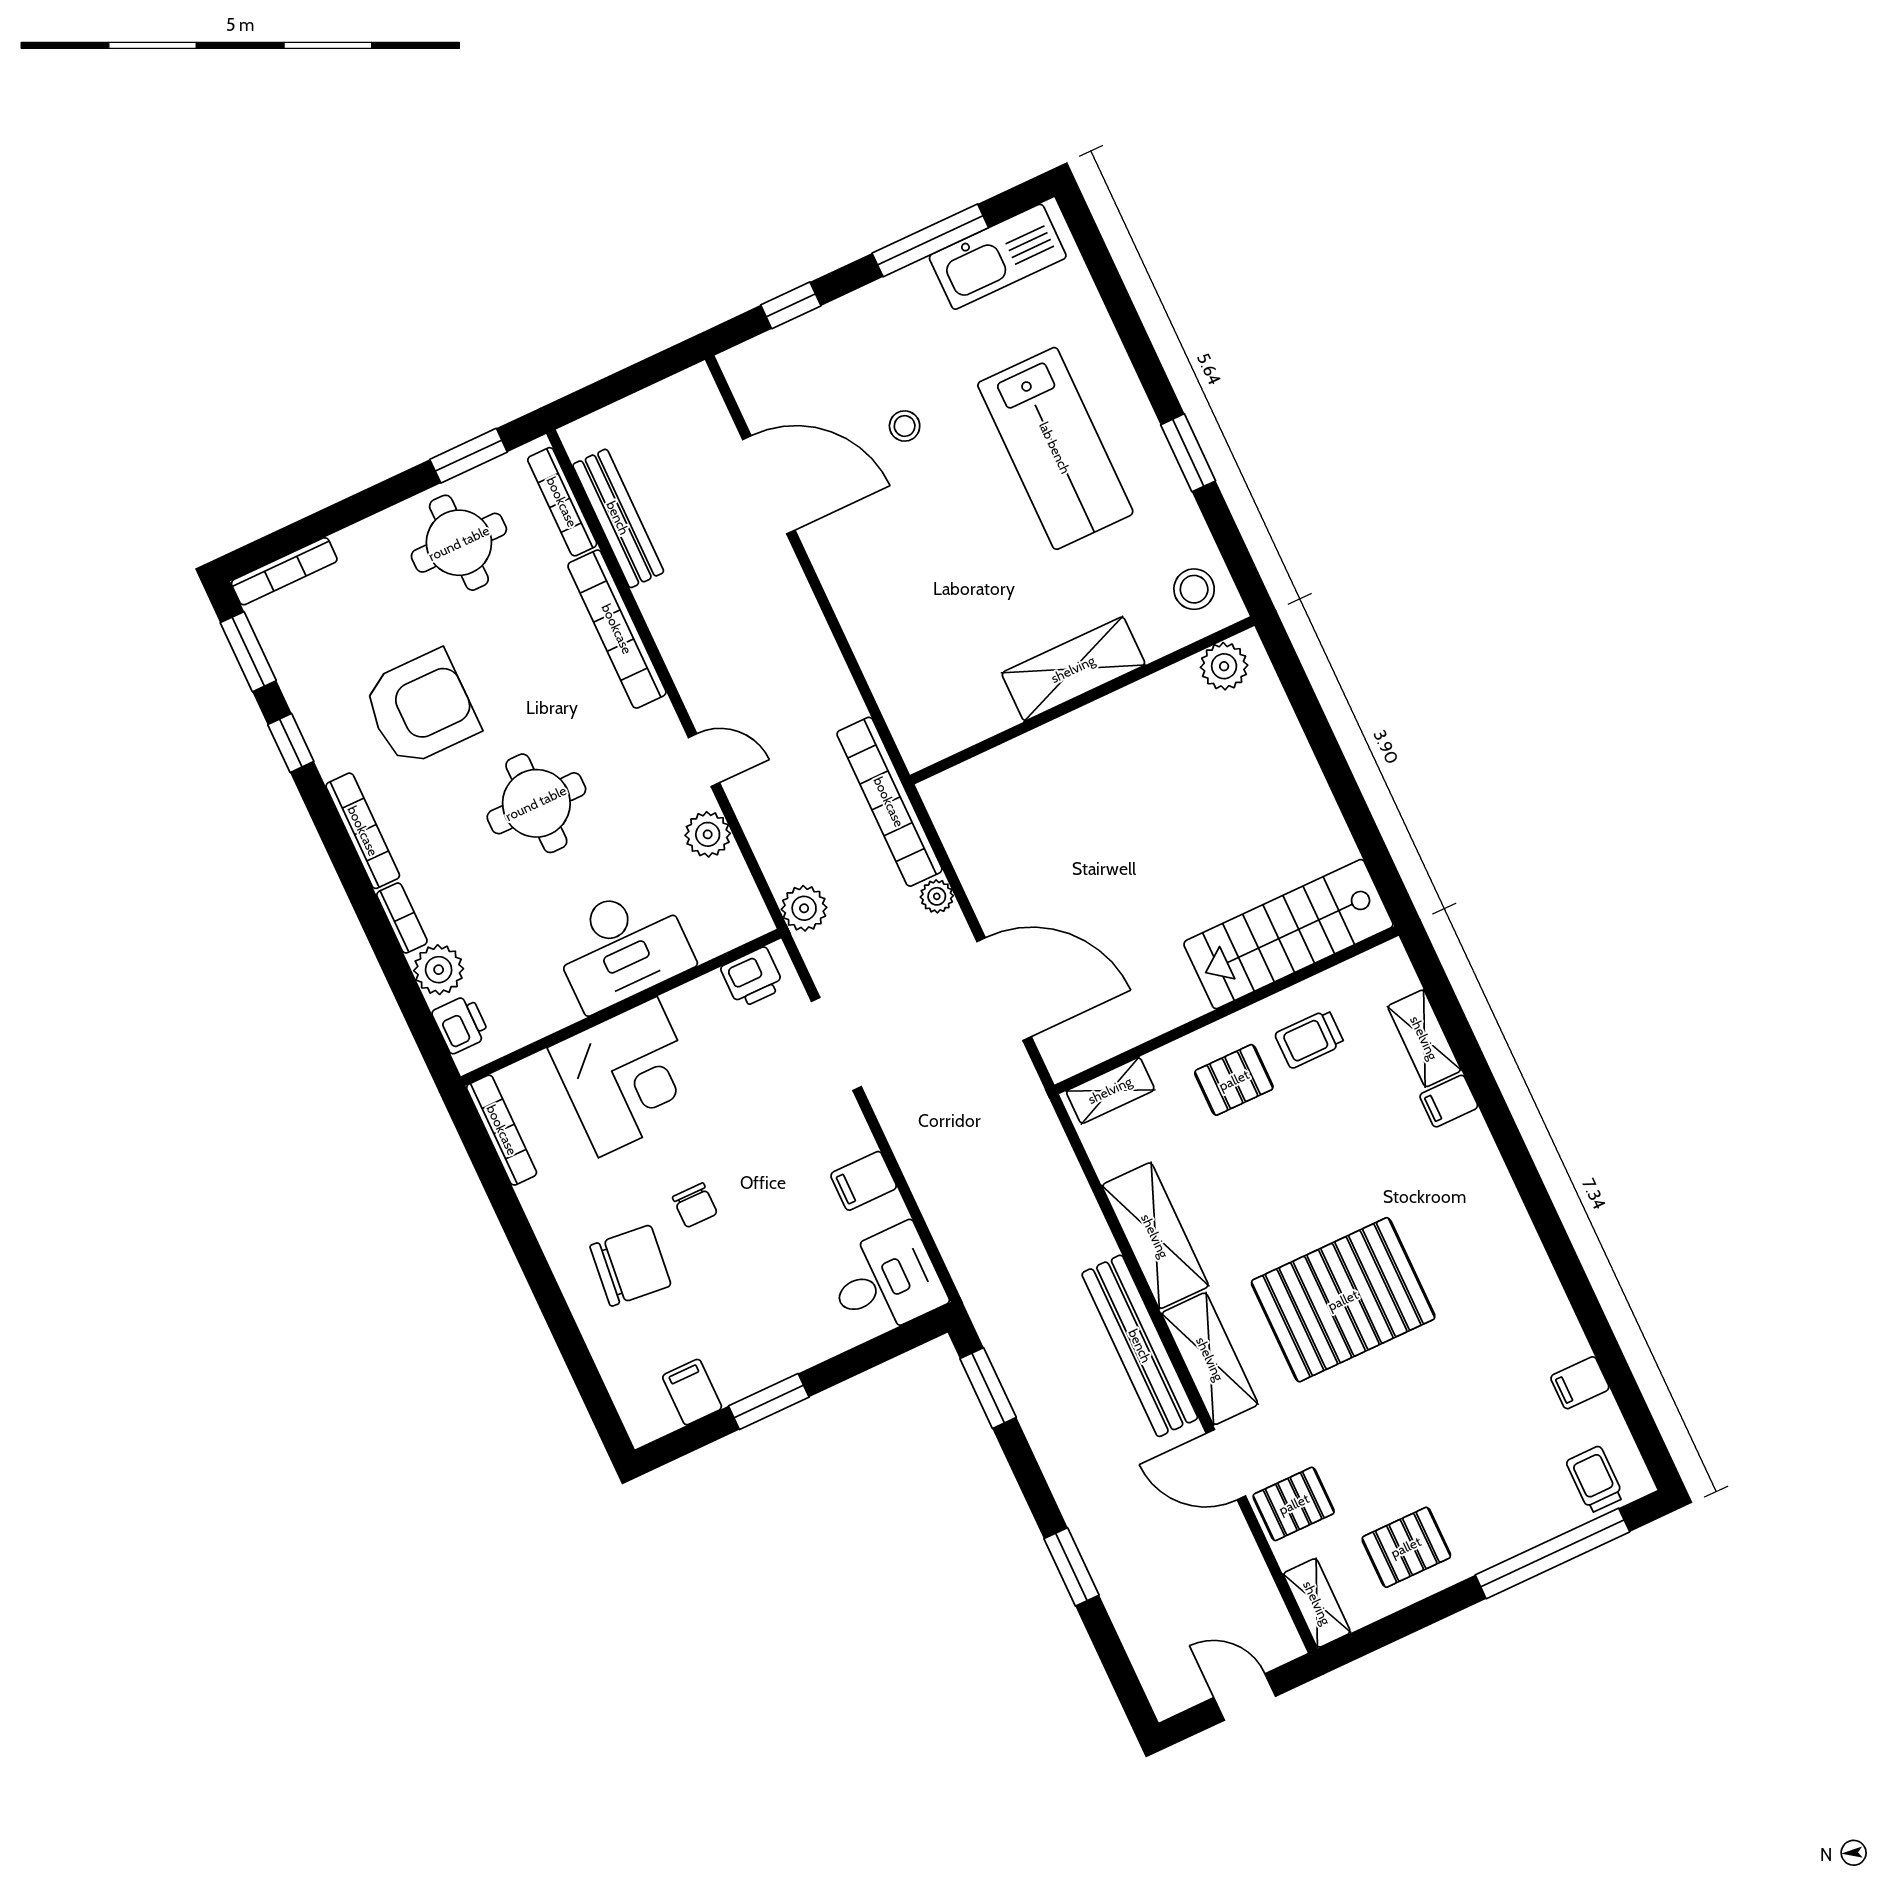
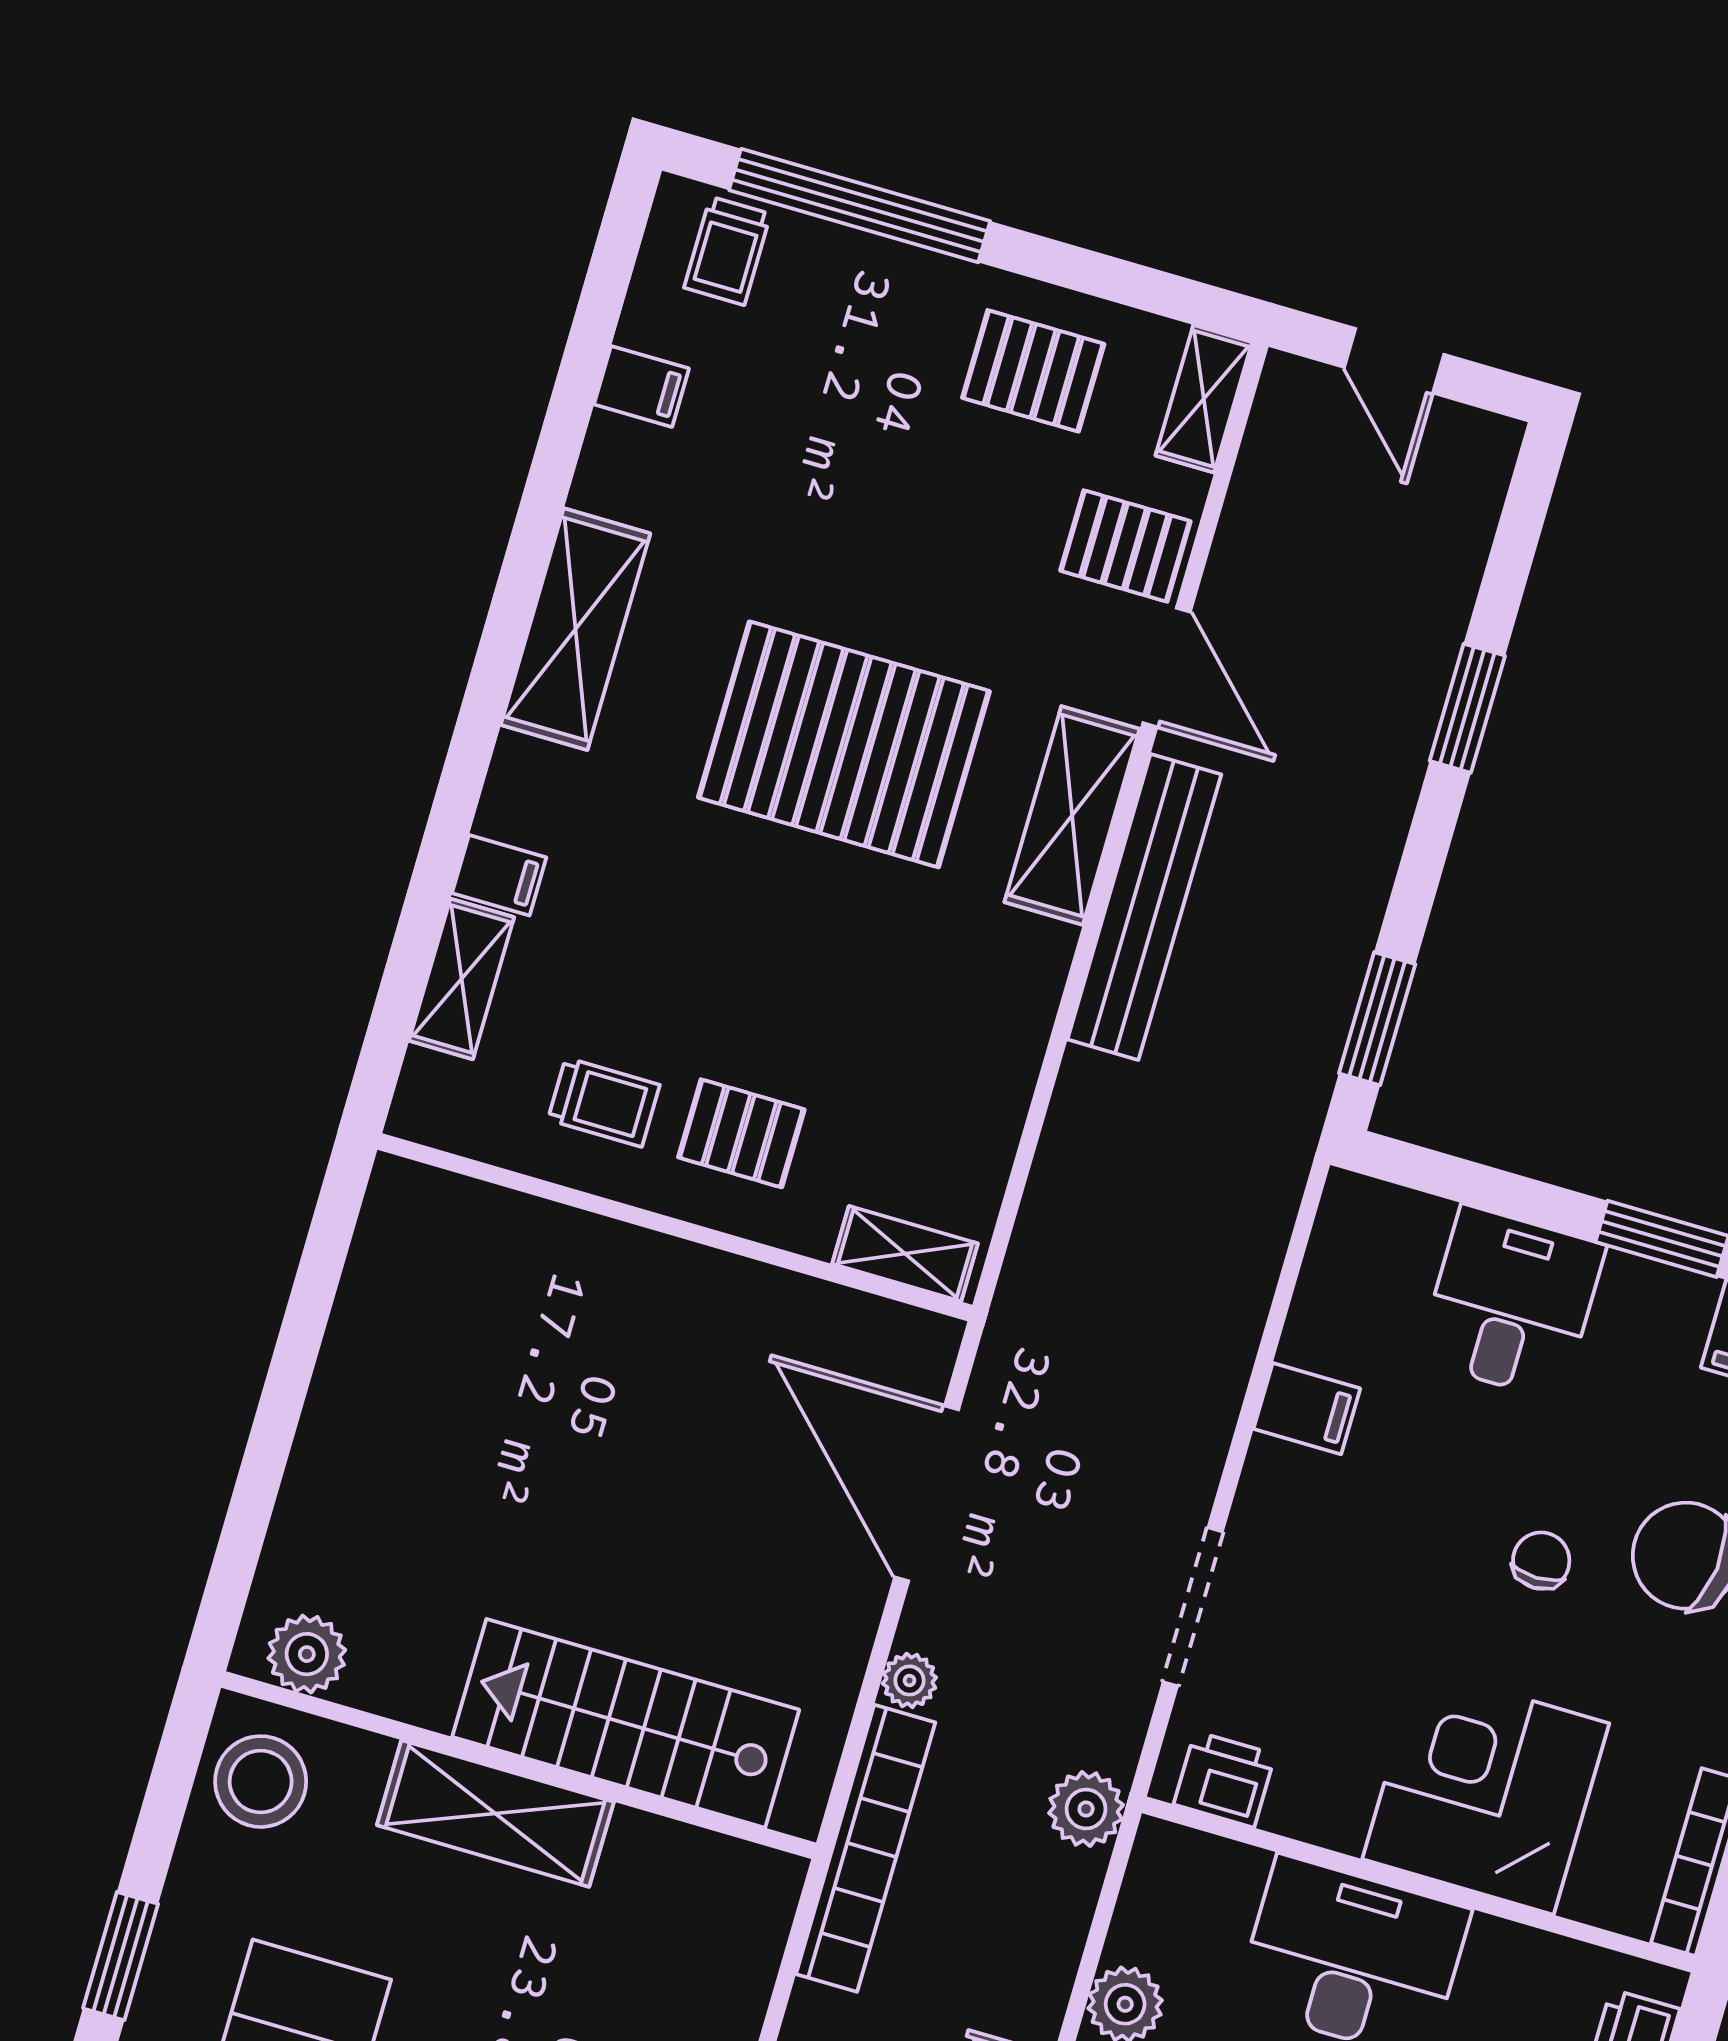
stool: (1194, 589) -> (261, 1782), width x1.38, depth x1.38
stairs: (1288, 934) -> (626, 1723), moved, turned 180
shelving: (1155, 1236) -> (576, 629), moved
desk: (886, 1281) -> (1511, 1303), moved, turned 90

